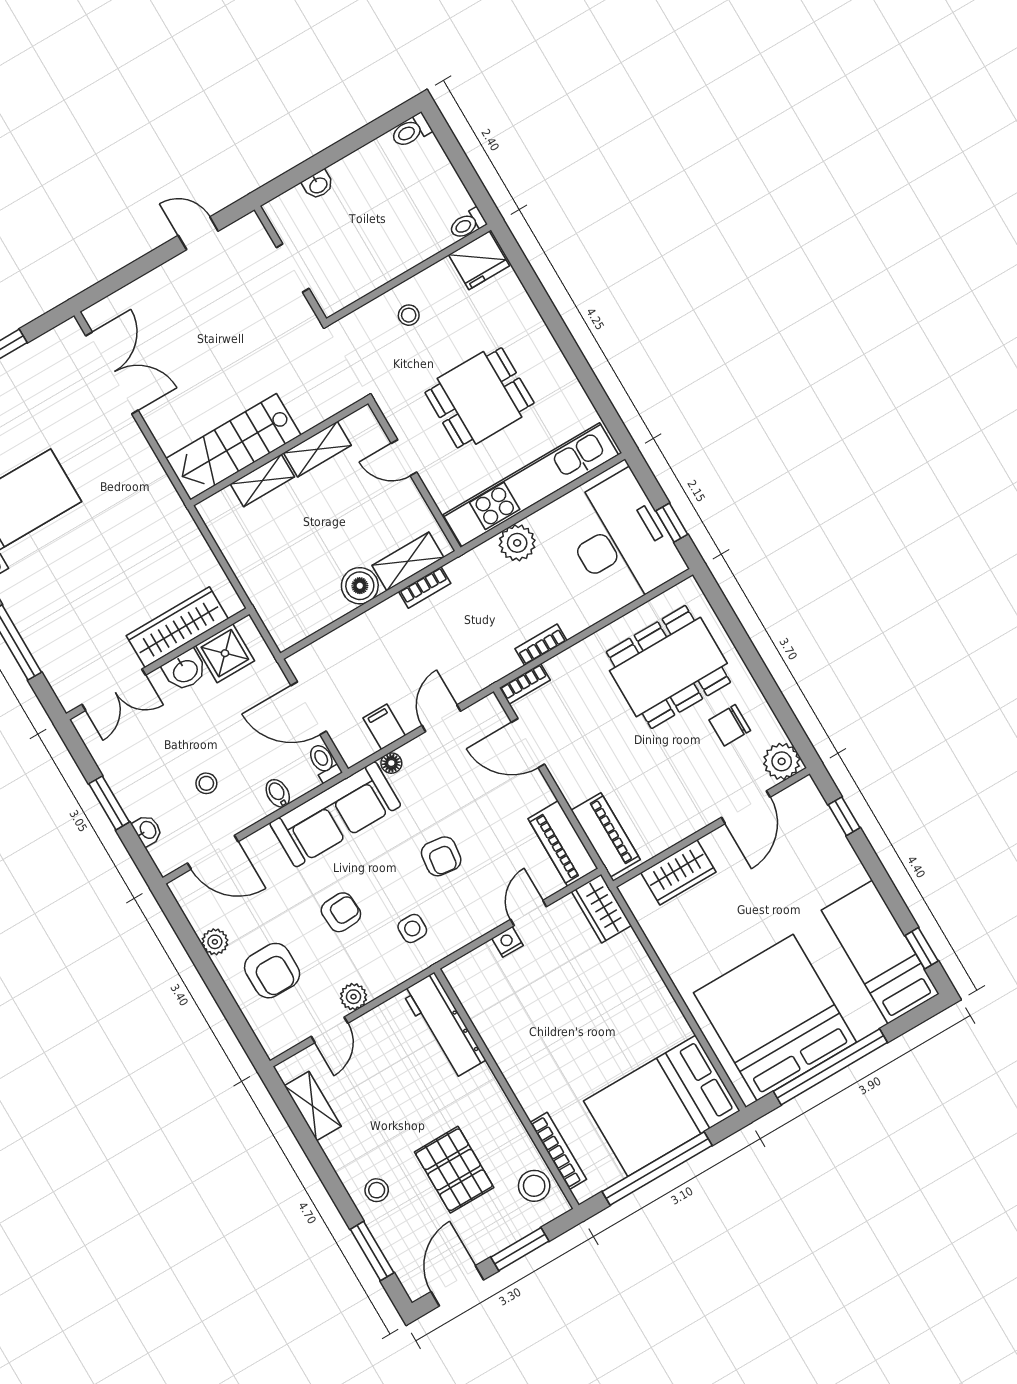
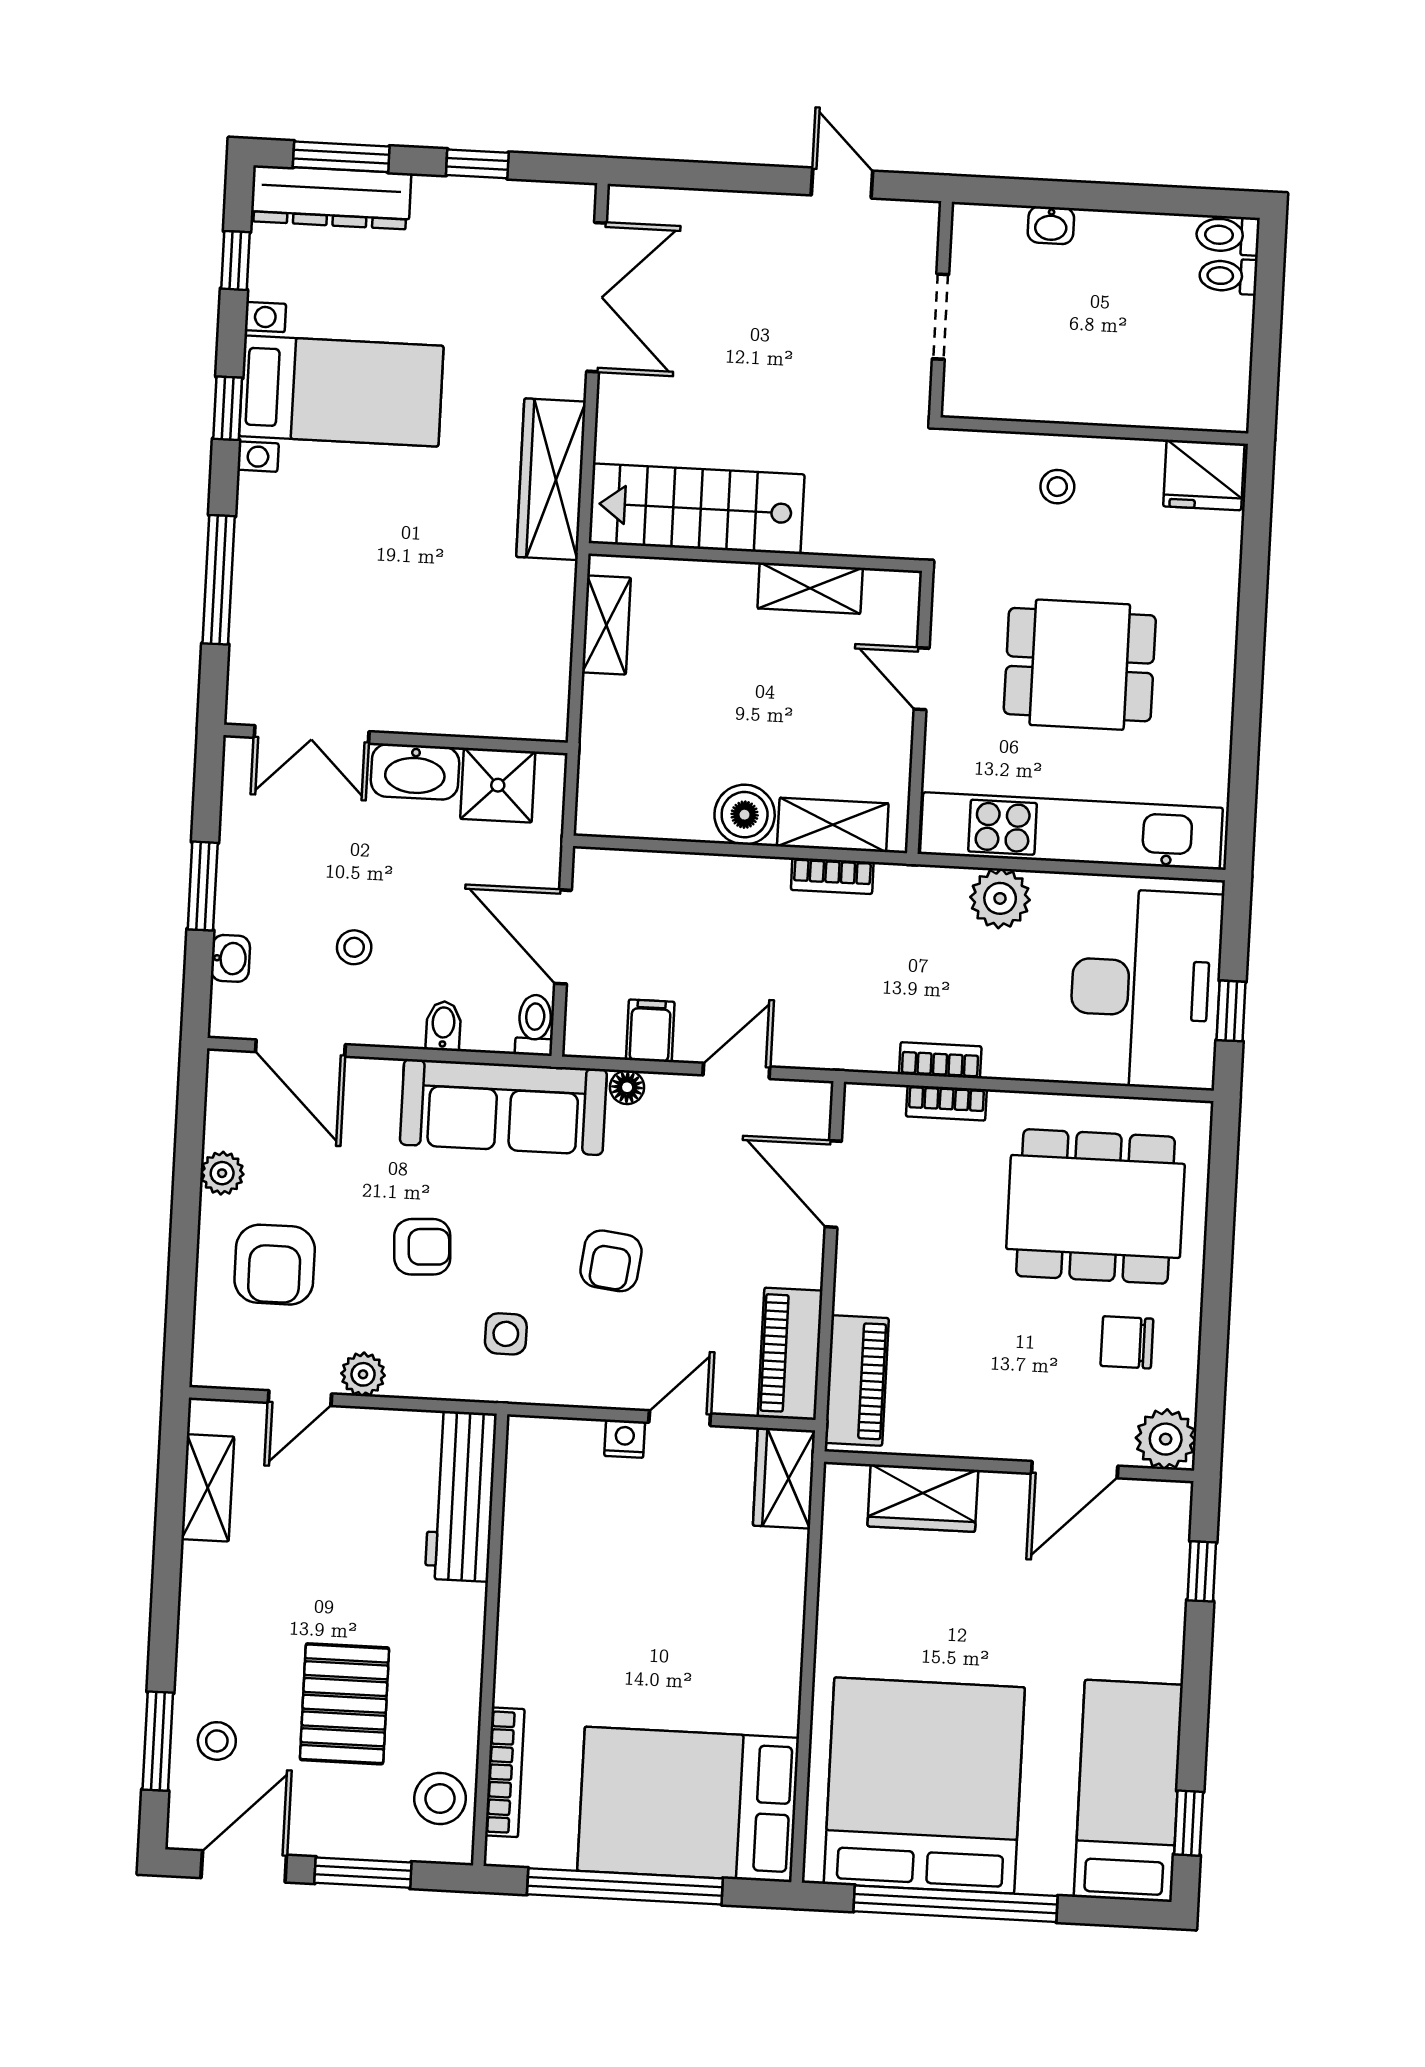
toilet: (467, 224) -> (1228, 276), moved
shelving: (262, 480) -> (606, 625), moved, turned 90
wardrobe: (177, 627) -> (551, 479), moved, turned -90
washbasin: (185, 670) -> (415, 772), width x1.38
bookcase: (525, 684) -> (946, 1103), moved
stool: (377, 1190) -> (217, 1741), moved

